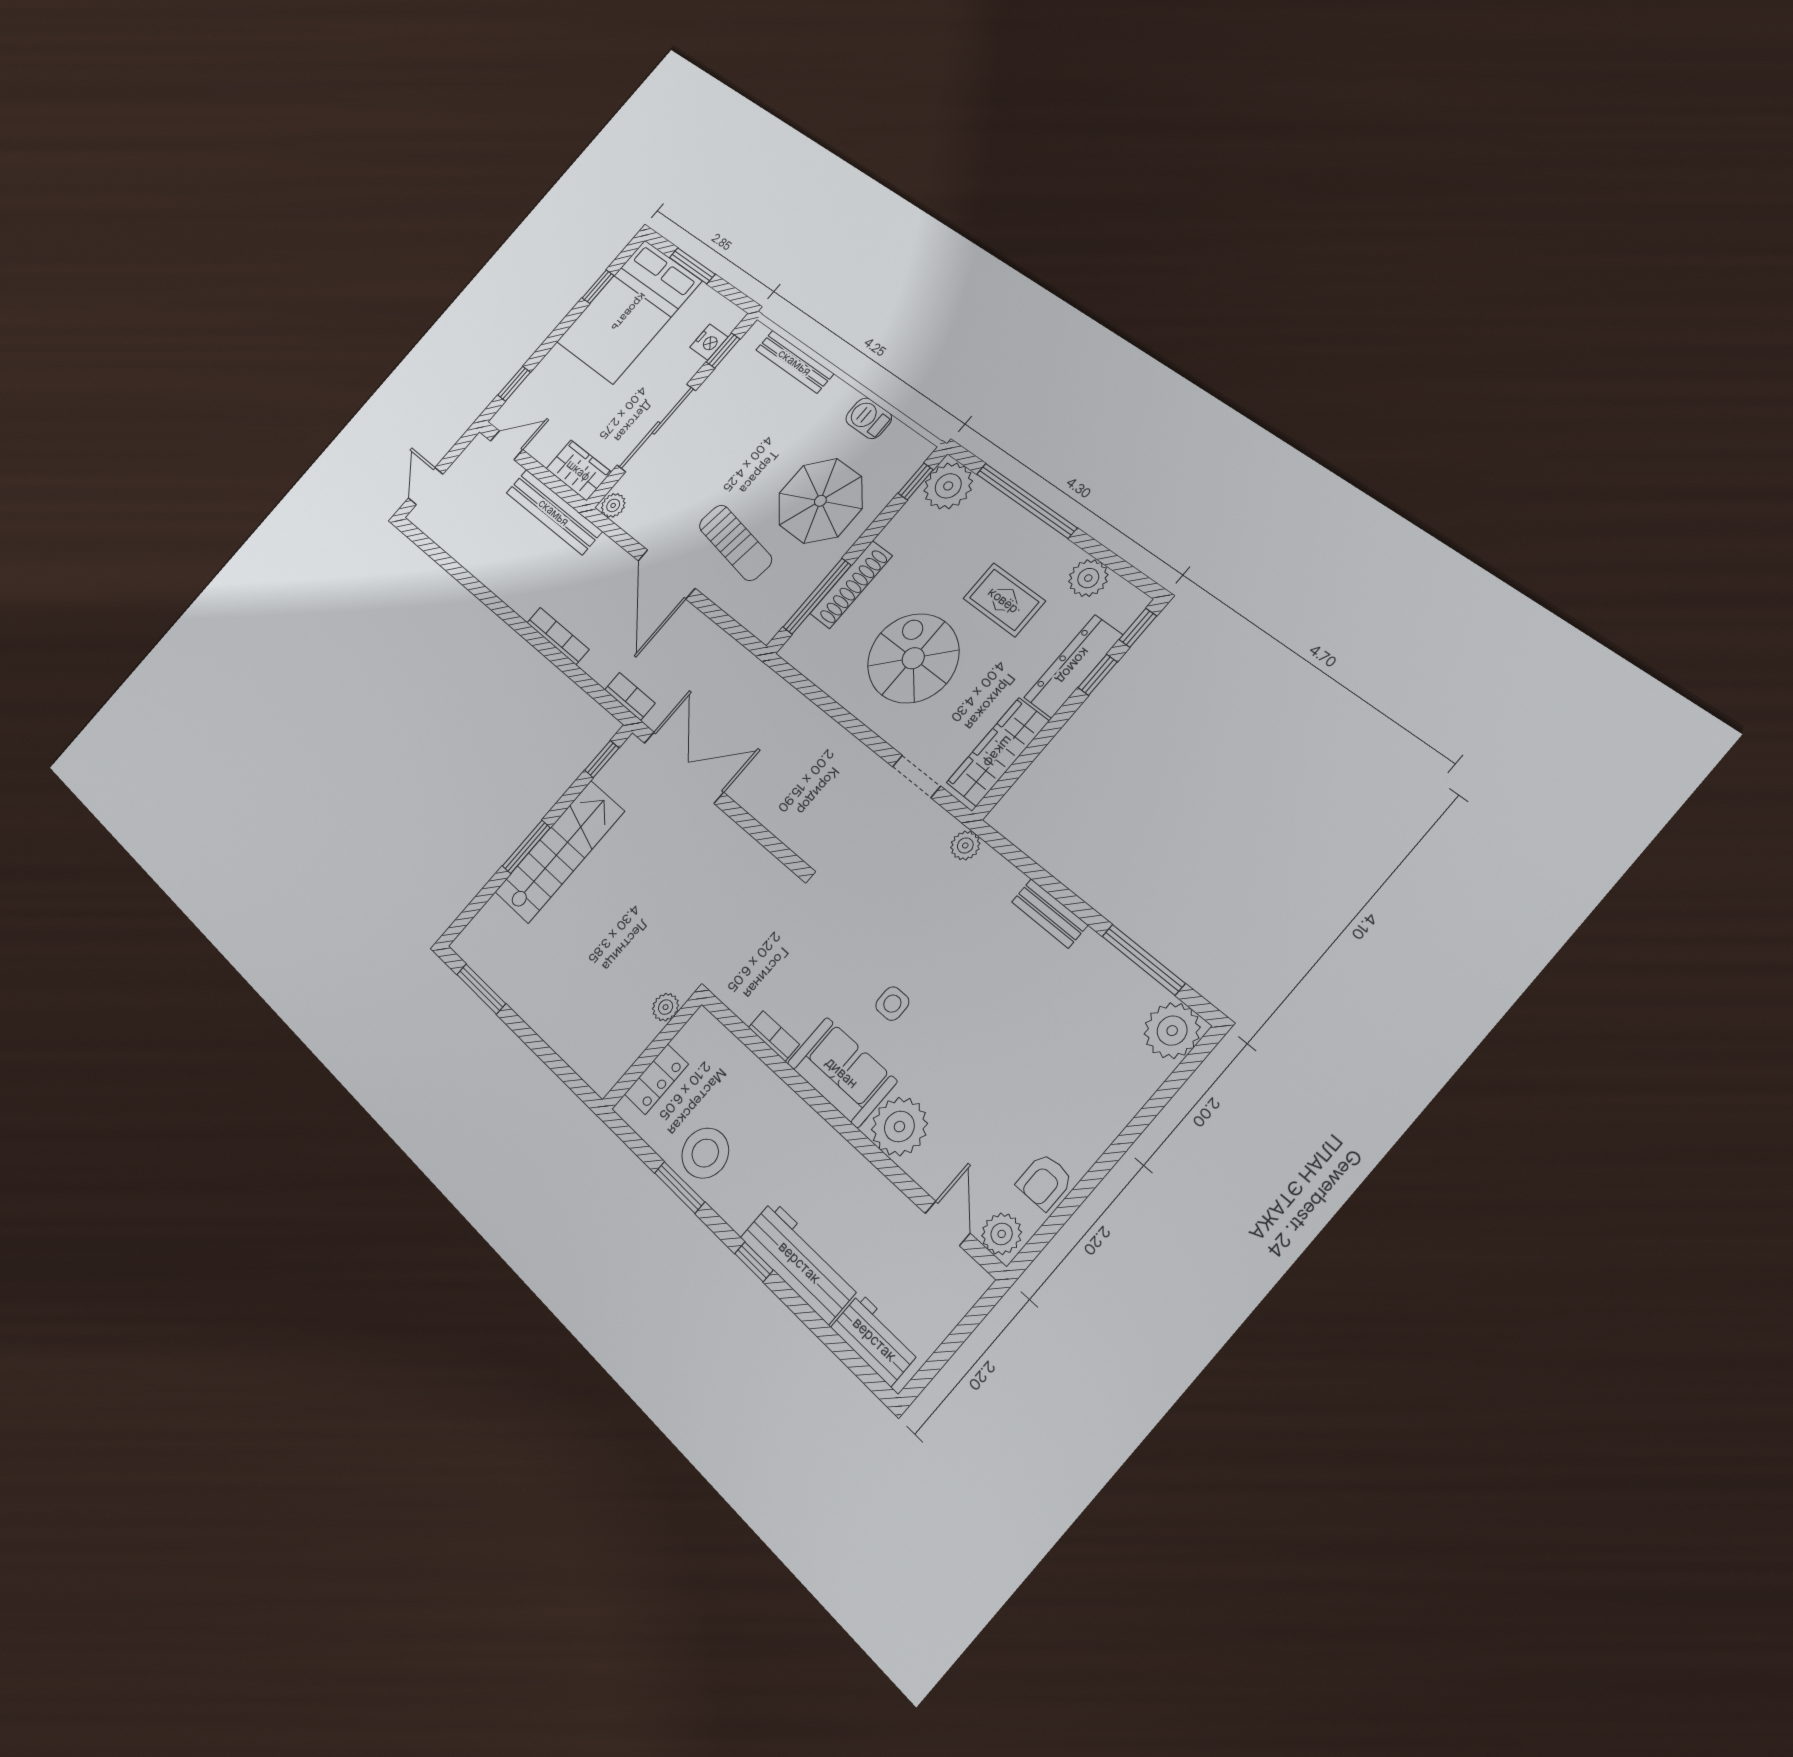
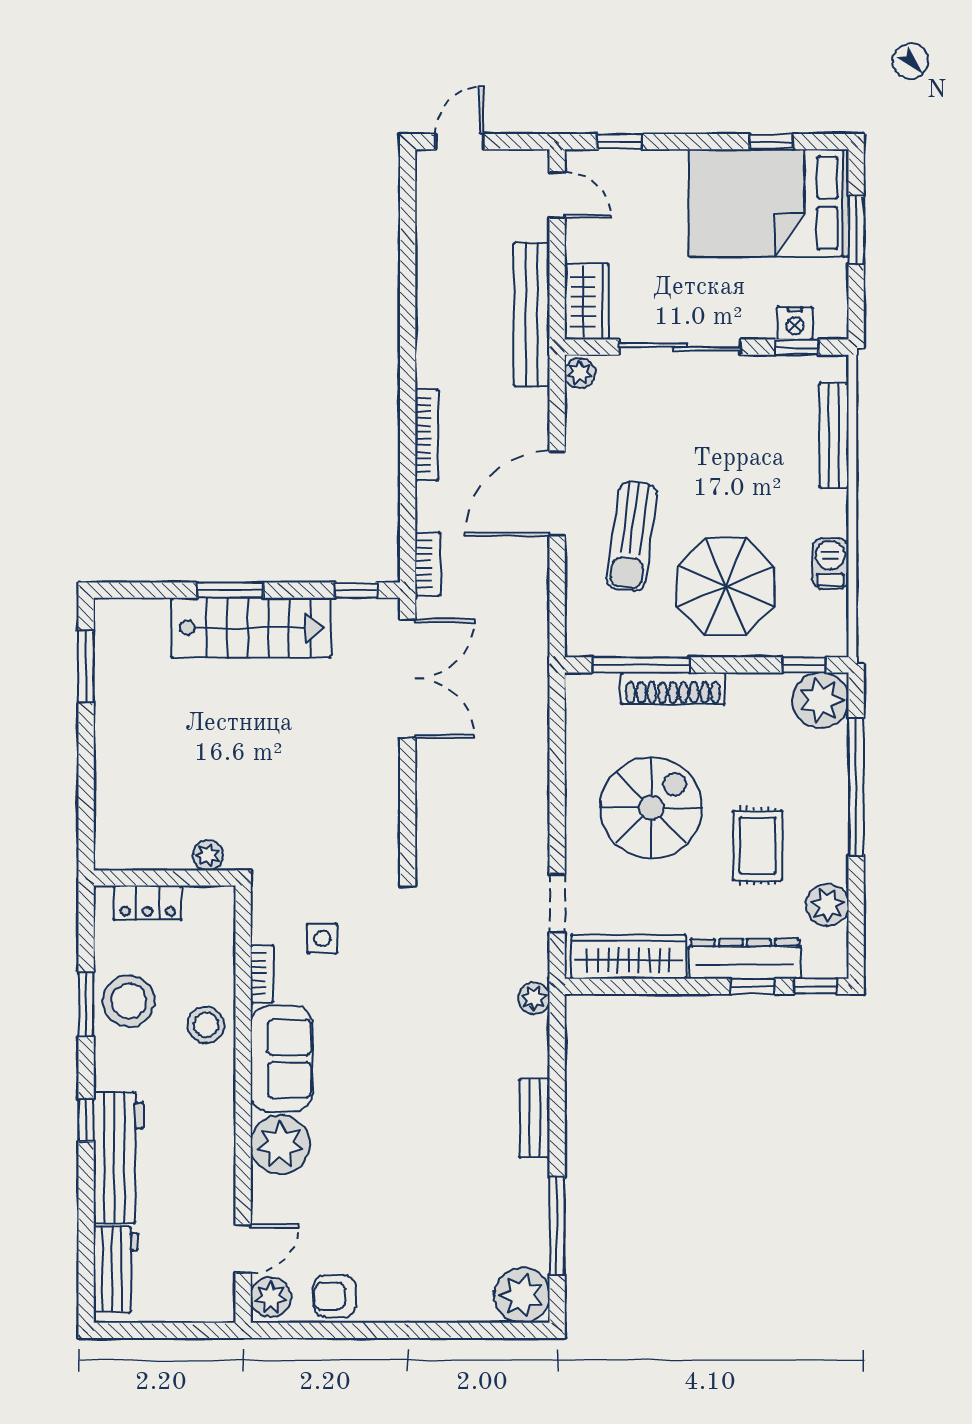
side table: (892, 1004) -> (322, 938), moved
stool: (771, 1109) -> (206, 1025), added

